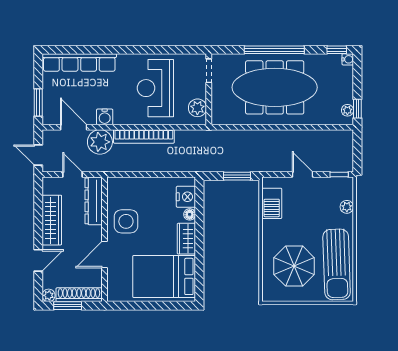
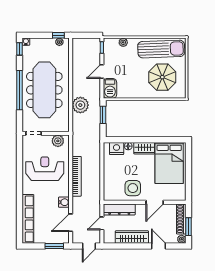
reception desk: (155, 88) -> (45, 169), turned 180
plant: (100, 142) -> (80, 105), moved
barbecue: (272, 203) -> (110, 88), moved, turned 90
door: (105, 254) -> (155, 202), hinge flipped

